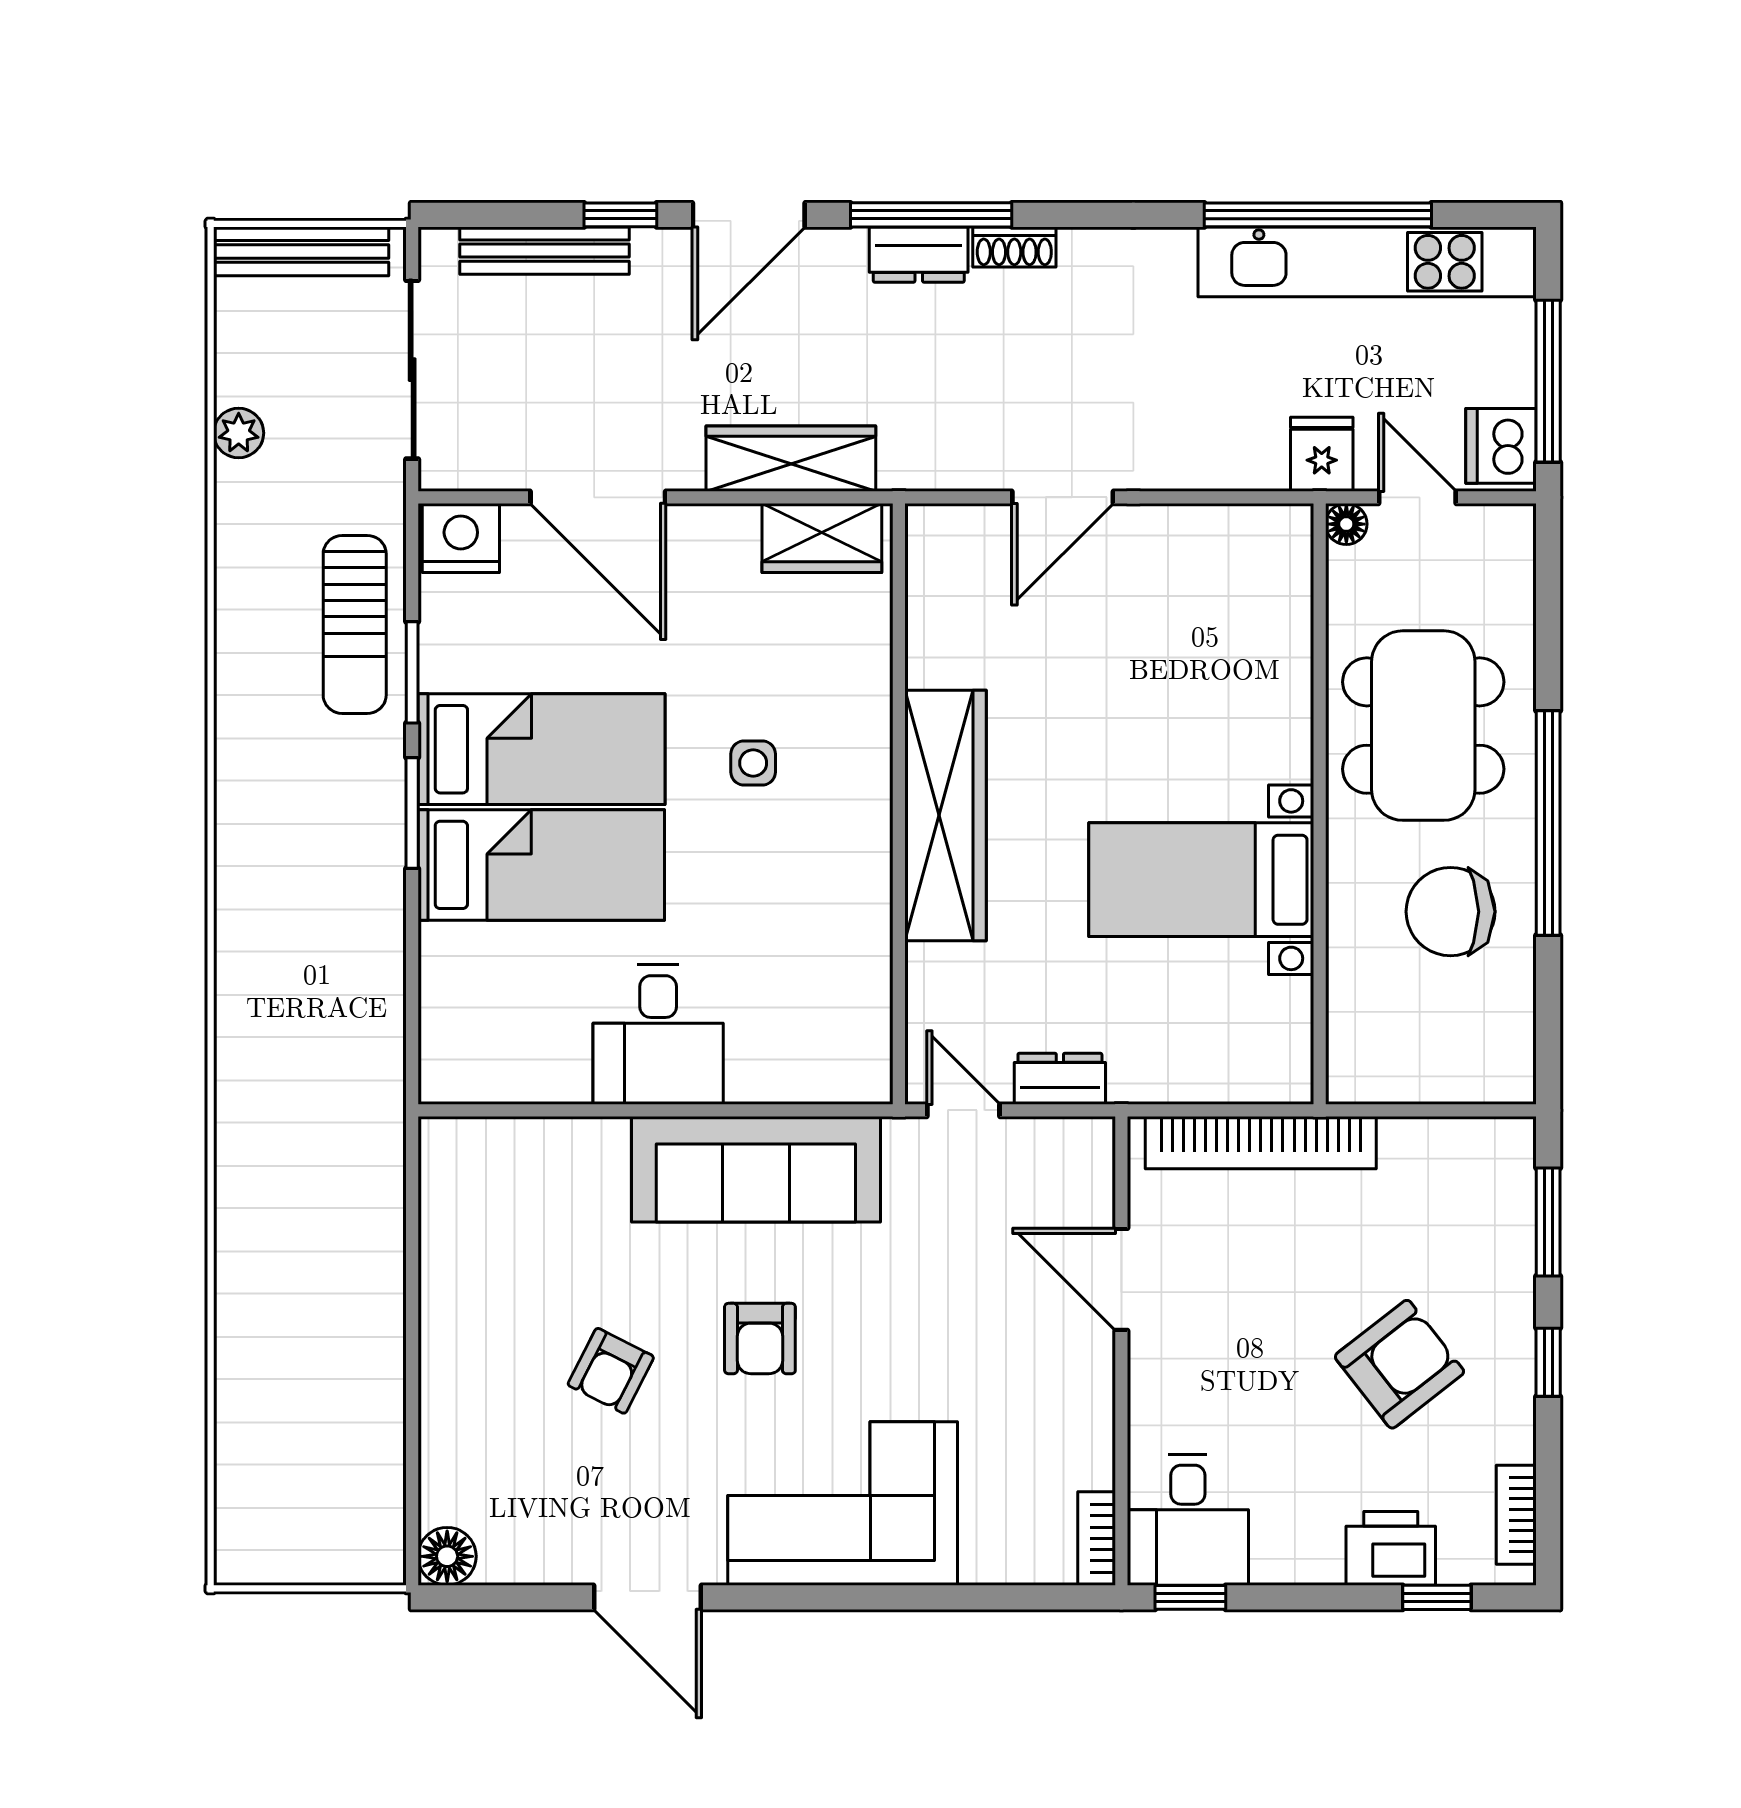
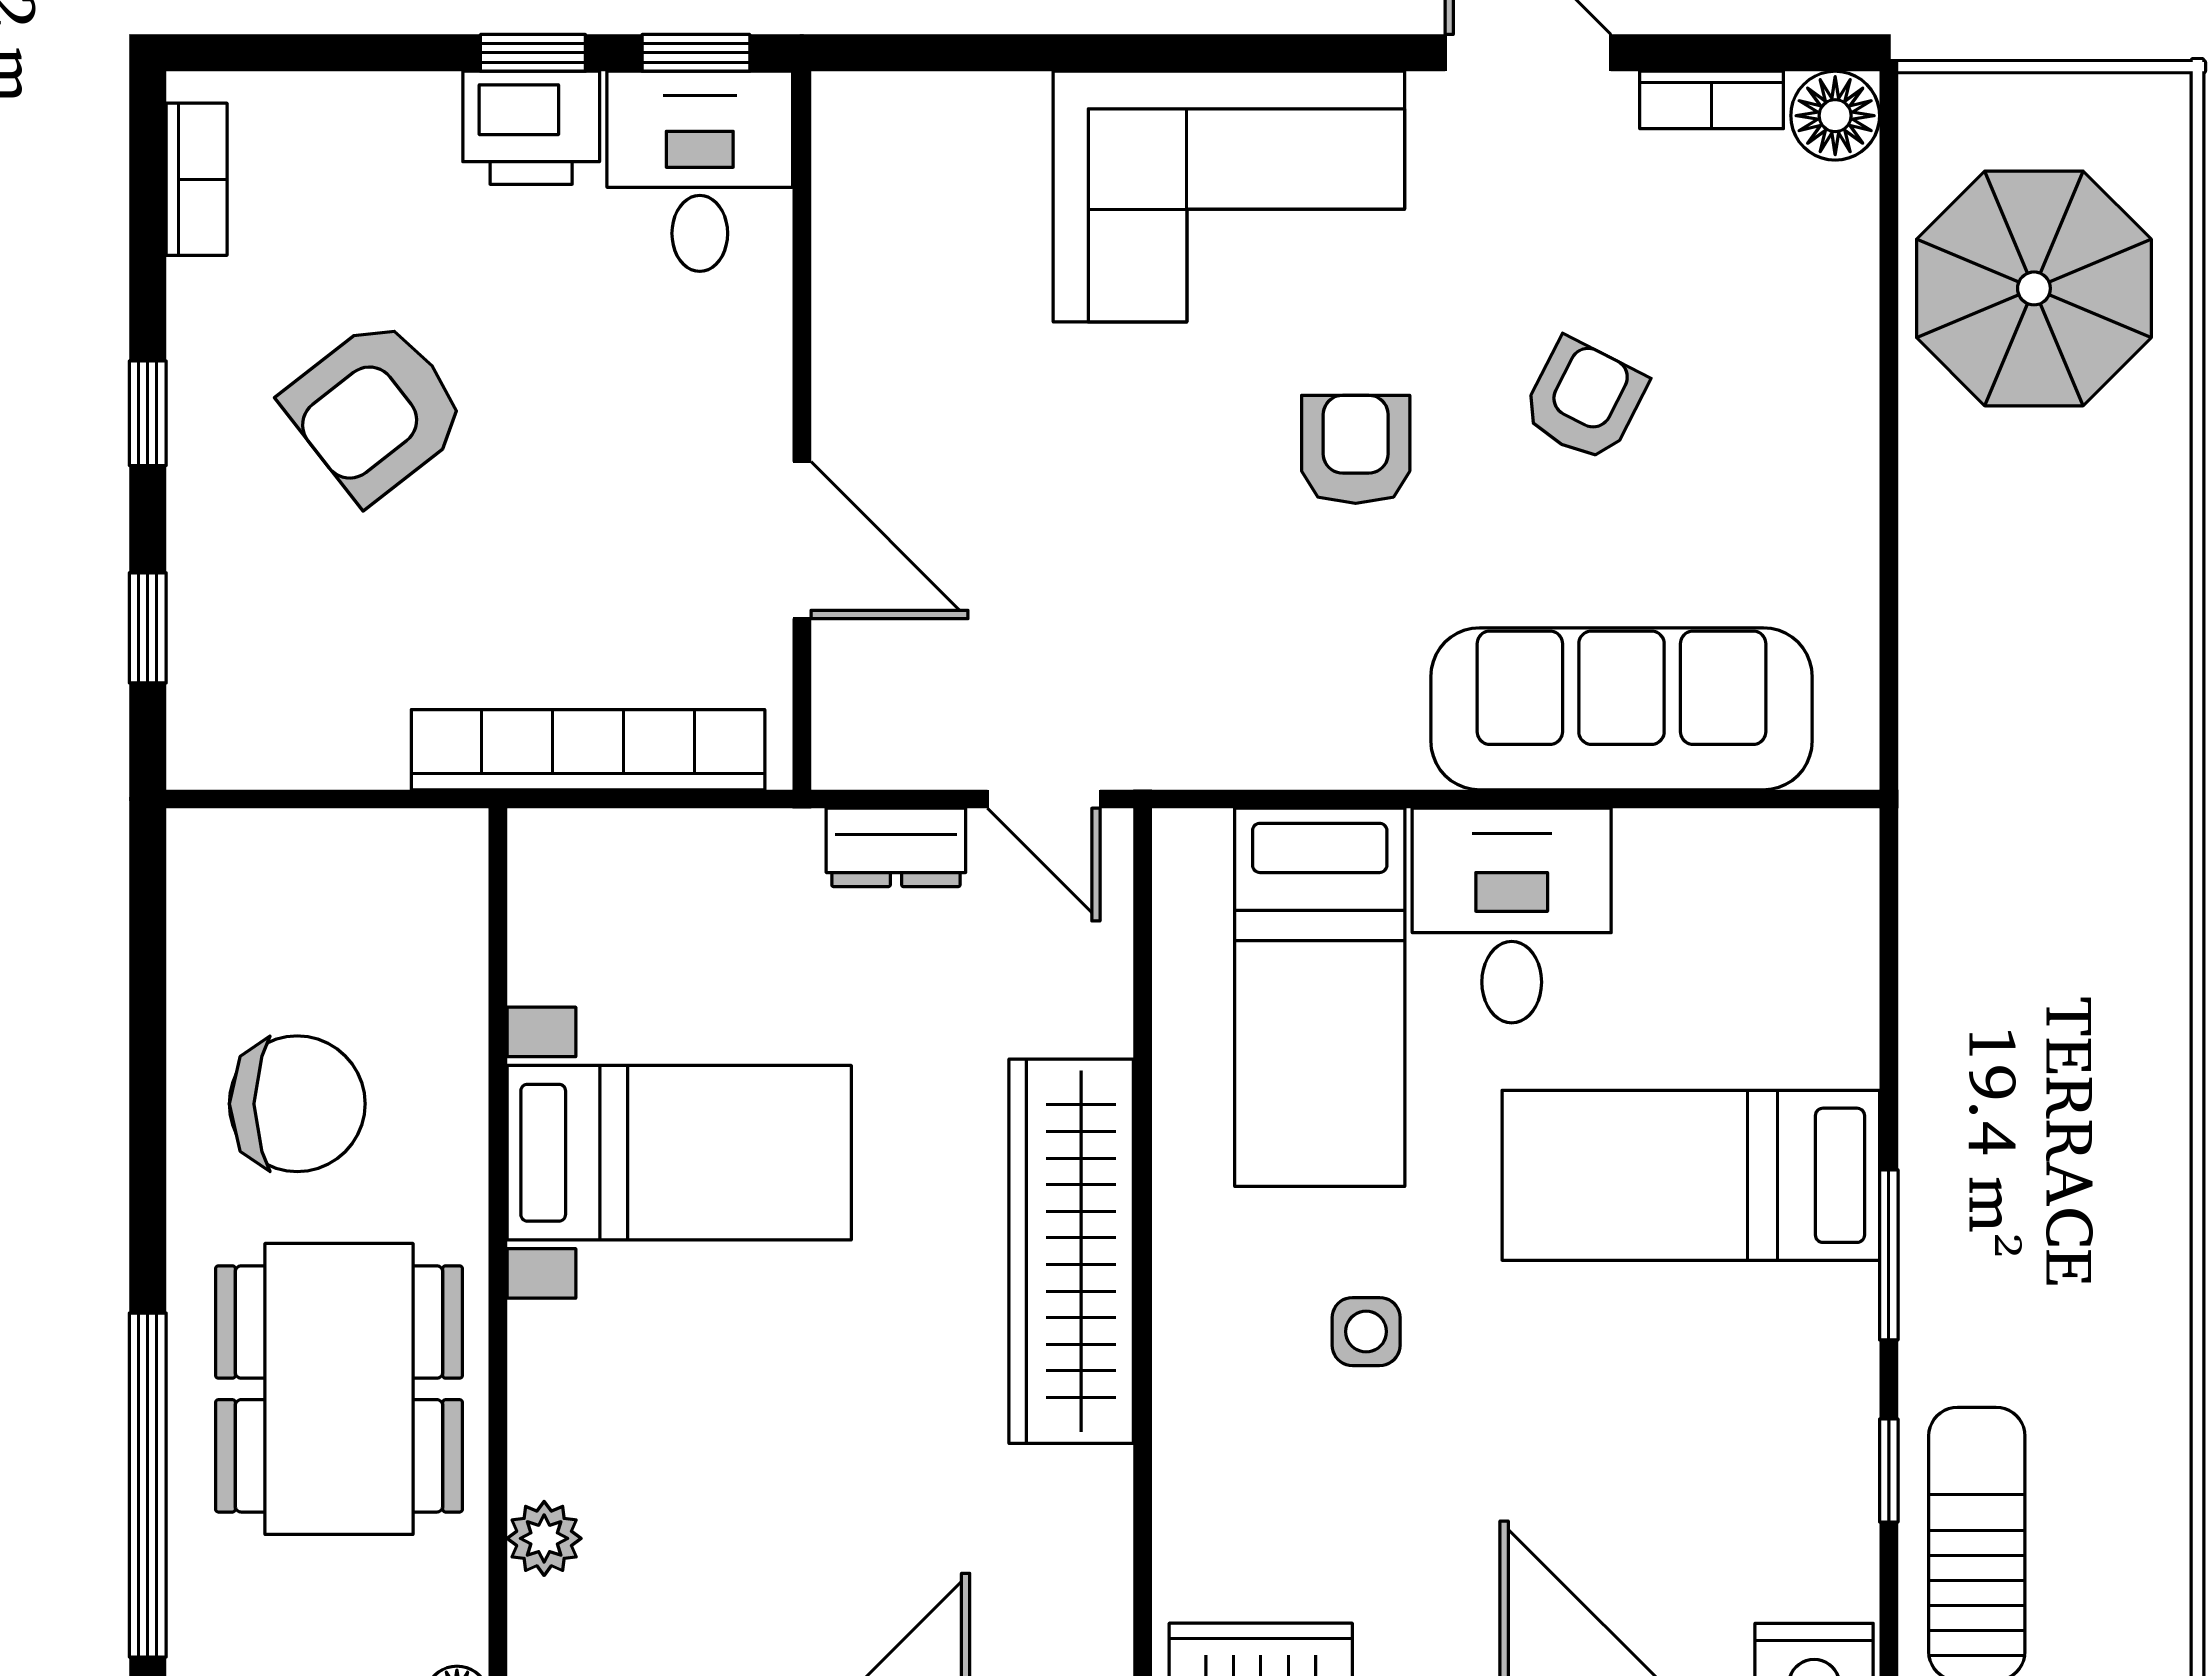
plant: (1289, 628) -> (544, 1538), added
window: (412, 672) -> (1889, 1470), width x0.67
bed: (541, 749) -> (1320, 997), moved, turned -90
window: (1548, 823) -> (148, 1485), moved
sofa: (756, 1169) -> (1621, 709), moved
window: (1548, 1222) -> (148, 628), width x0.67
parasol: (317, 1444) -> (2034, 288), added
bookcase: (1097, 1538) -> (1712, 100), moved, turned 90
printer: (1391, 1548) -> (531, 128), moved
window: (1437, 1597) -> (533, 53), moved

